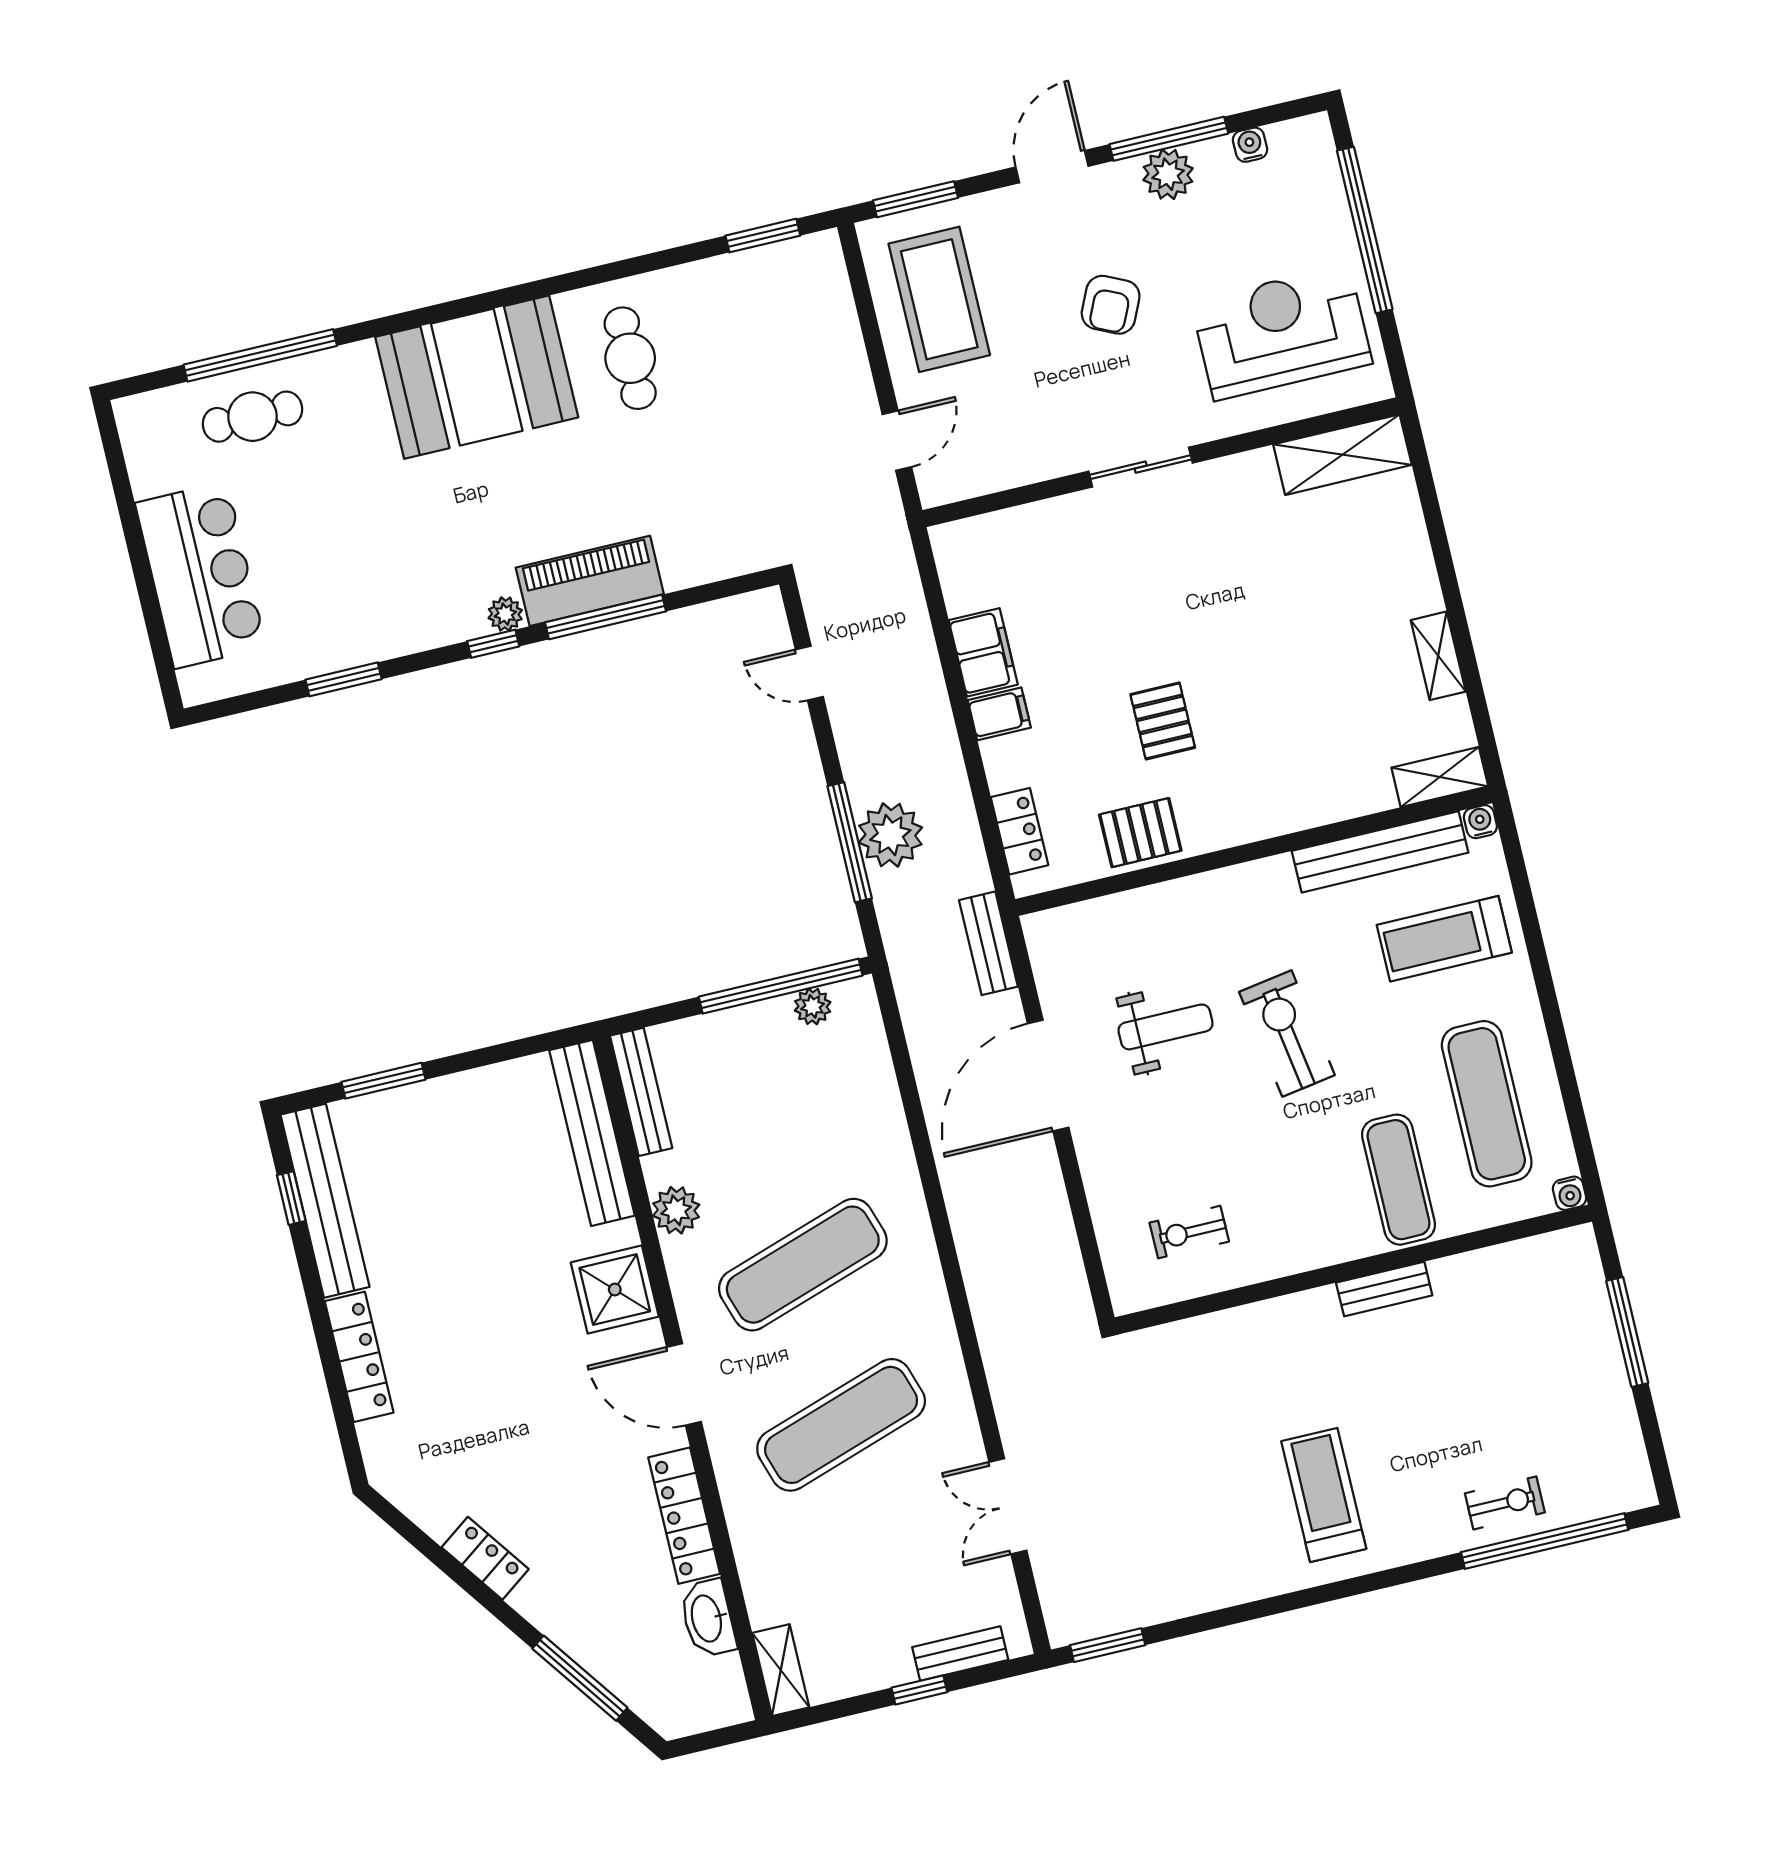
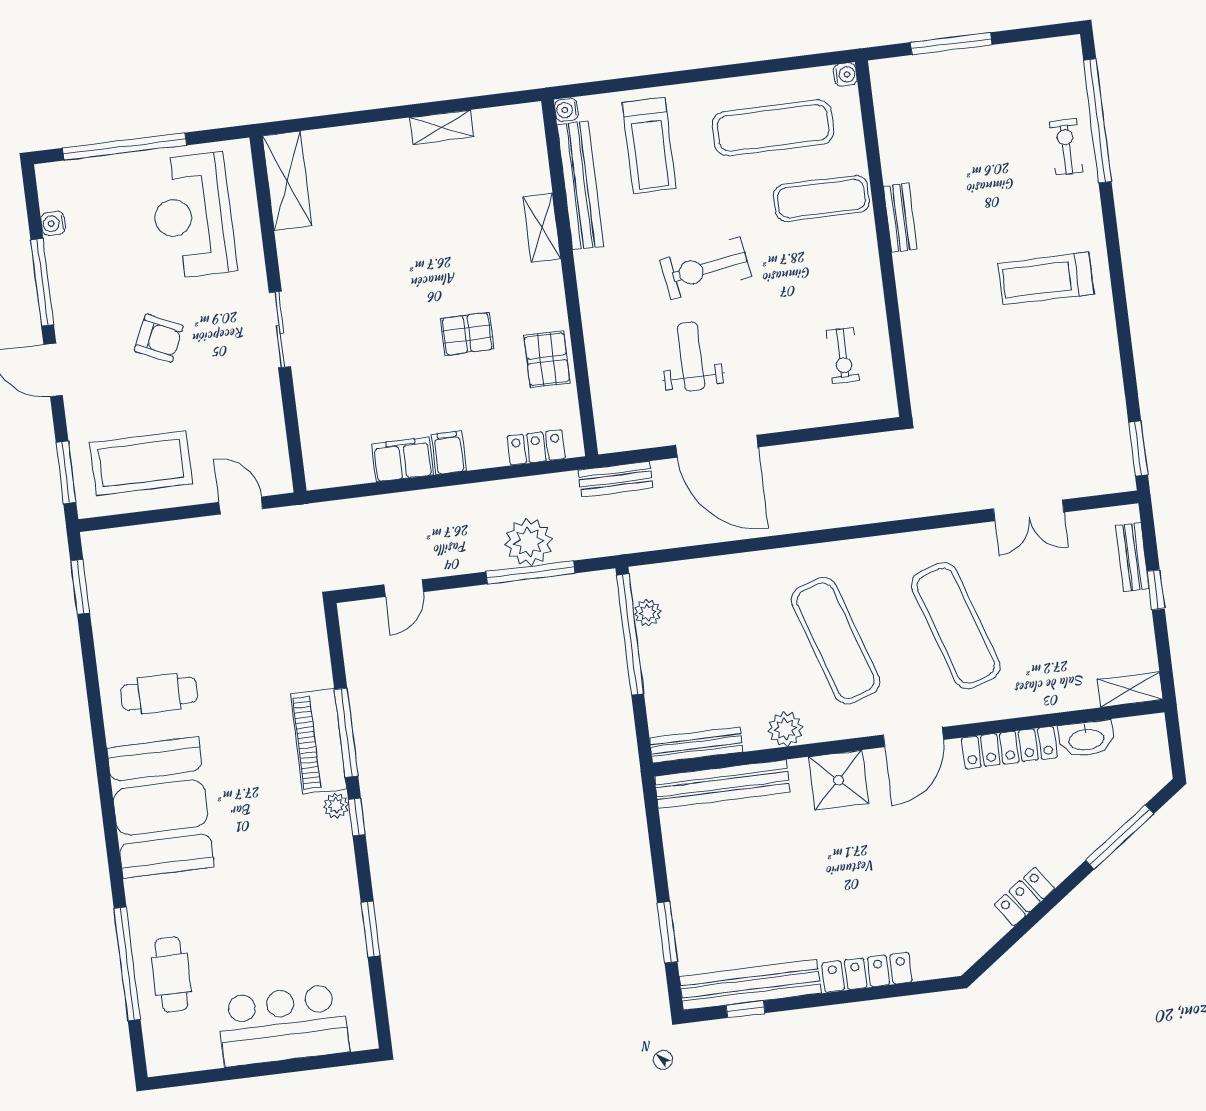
plant: (1168, 174) -> (68, 286), removed
shelving: (1440, 777) -> (542, 228), moved

